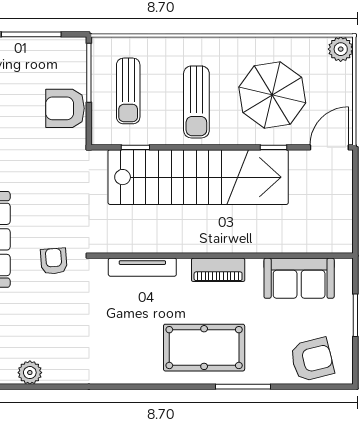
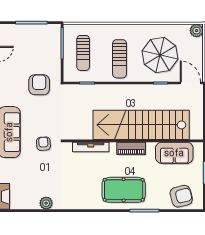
armchair: (65, 108) -> (39, 85), moved, turned 90
door: (329, 147) -> (190, 83), hinge flipped
stairs: (198, 177) -> (141, 125), moved, turned 180
plant: (30, 373) -> (46, 203), moved

